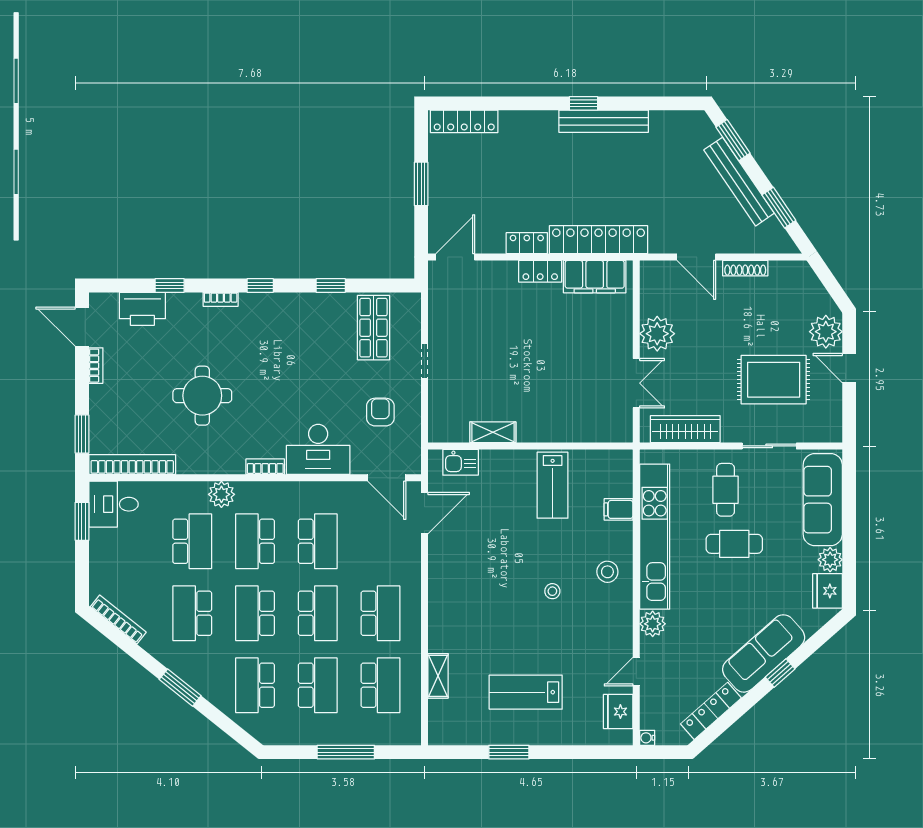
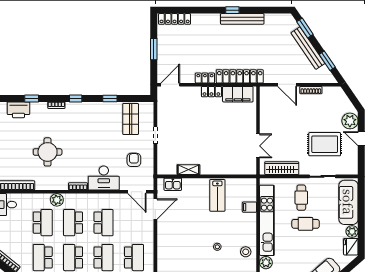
plant: (657, 334) -> (268, 122), removed
stool: (607, 572) -> (246, 252), moved

